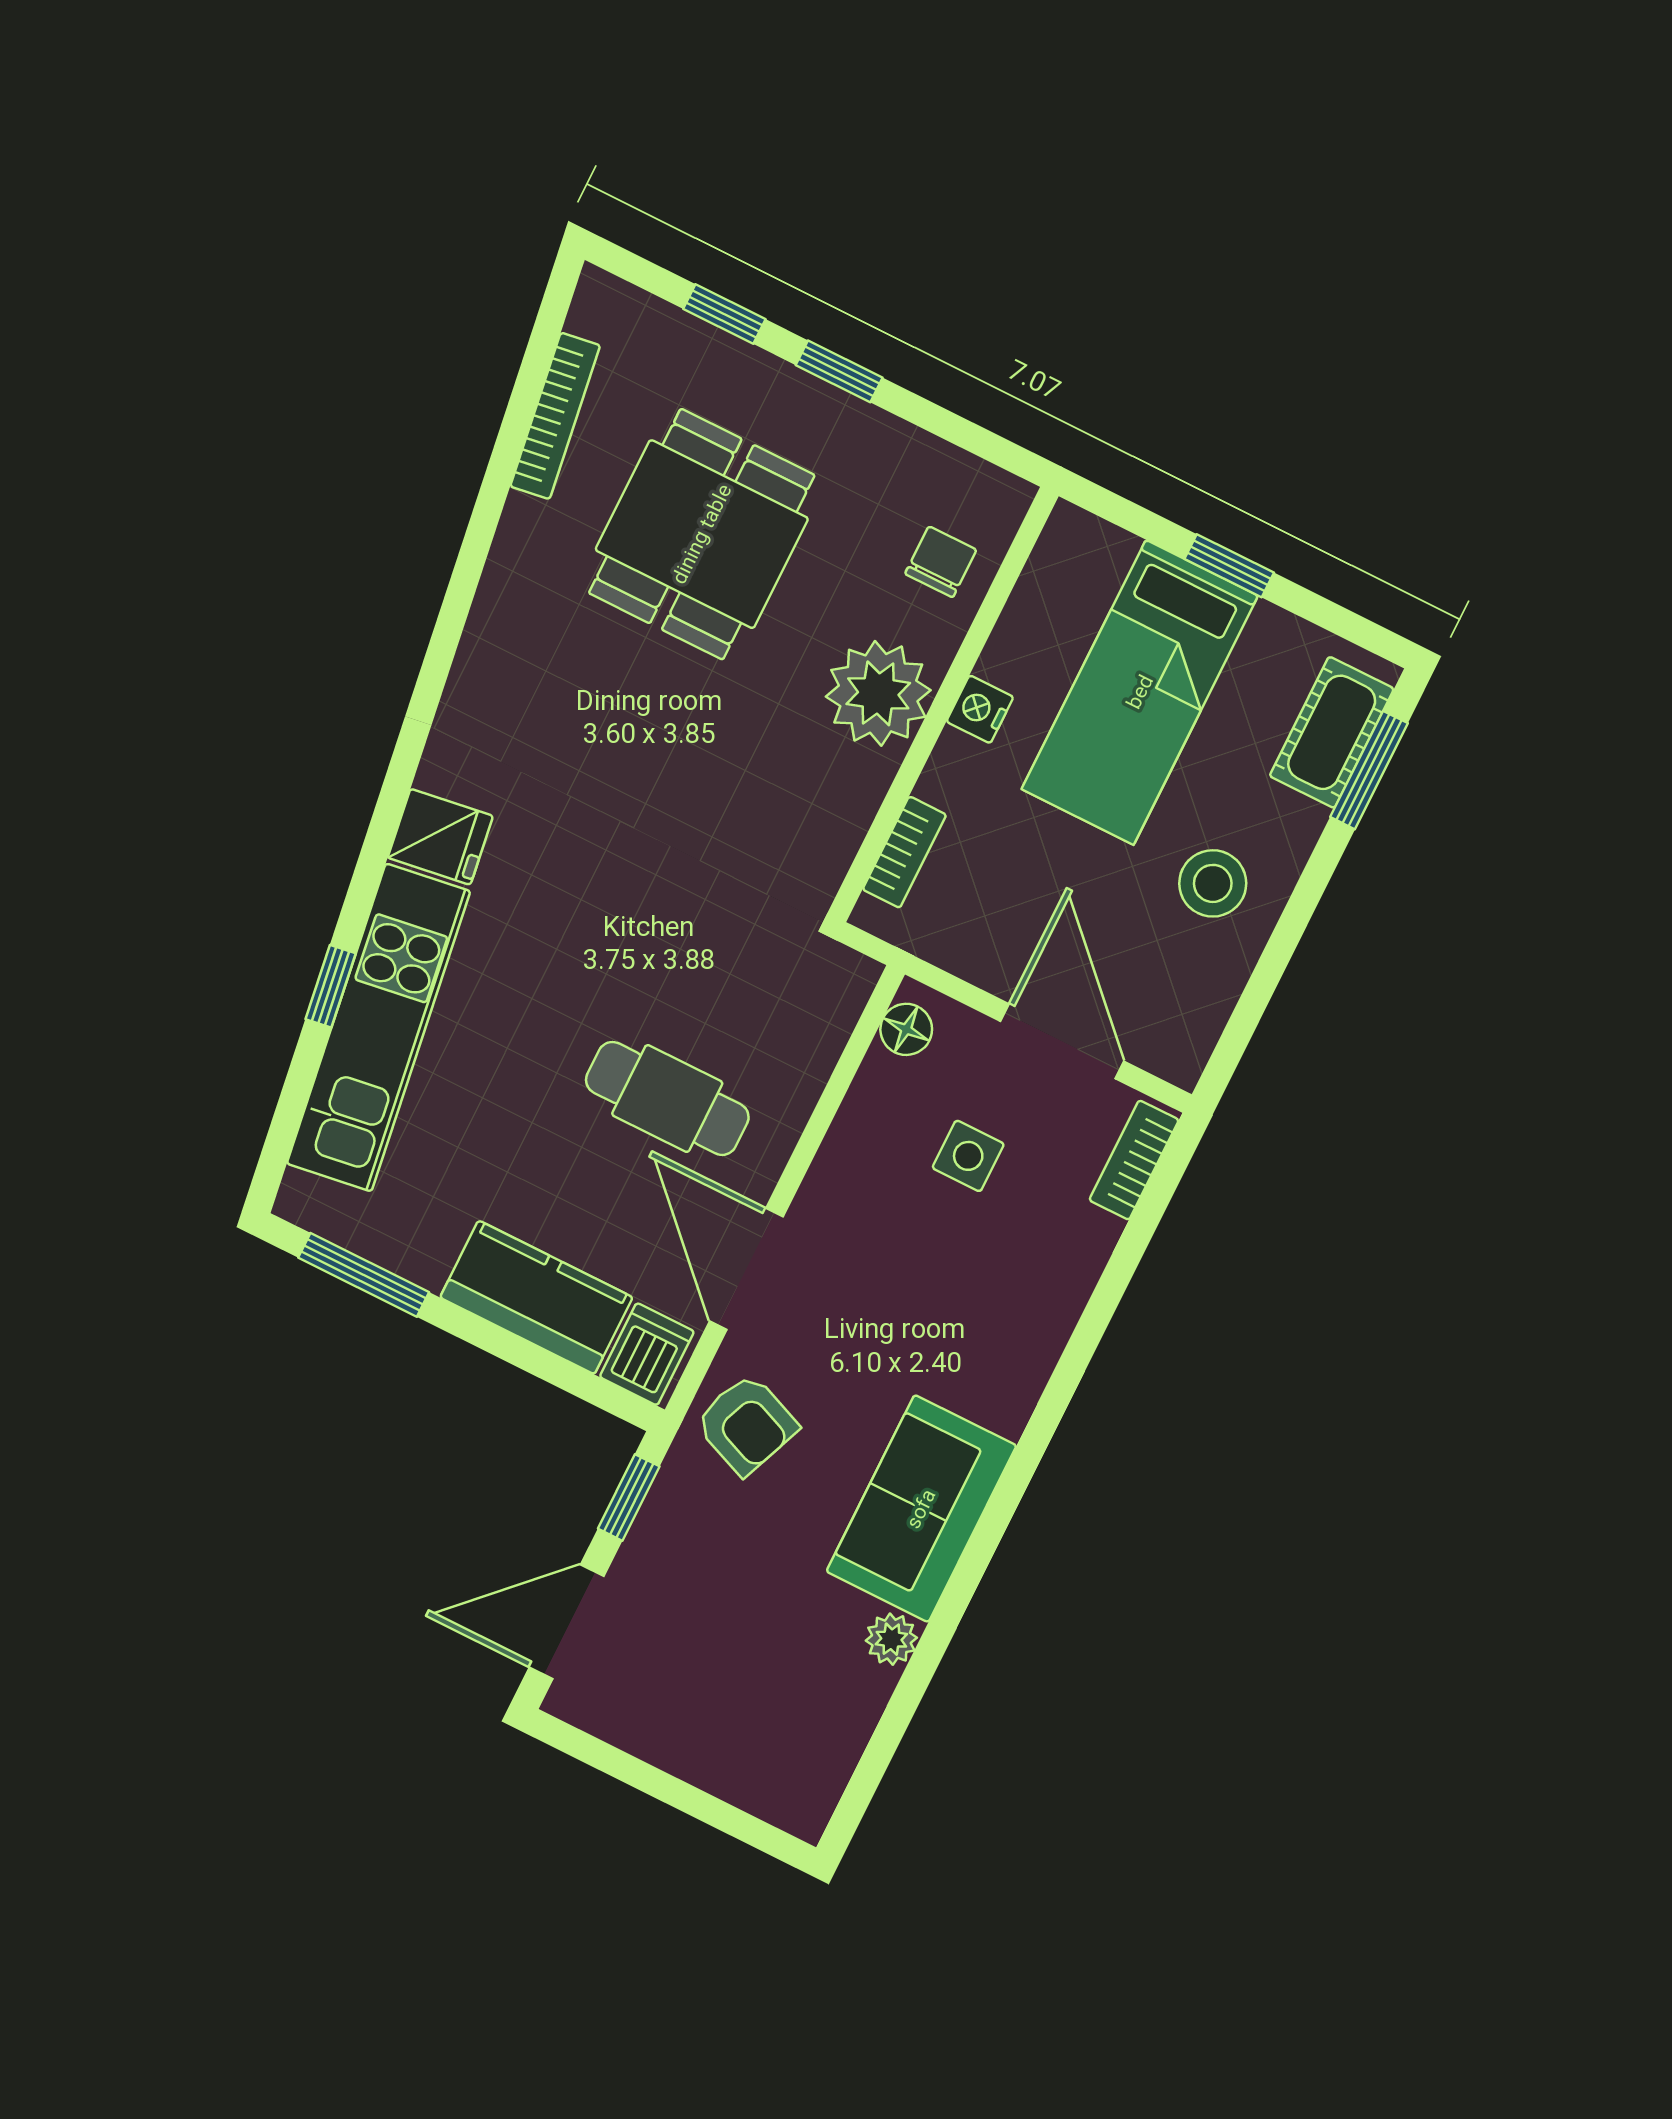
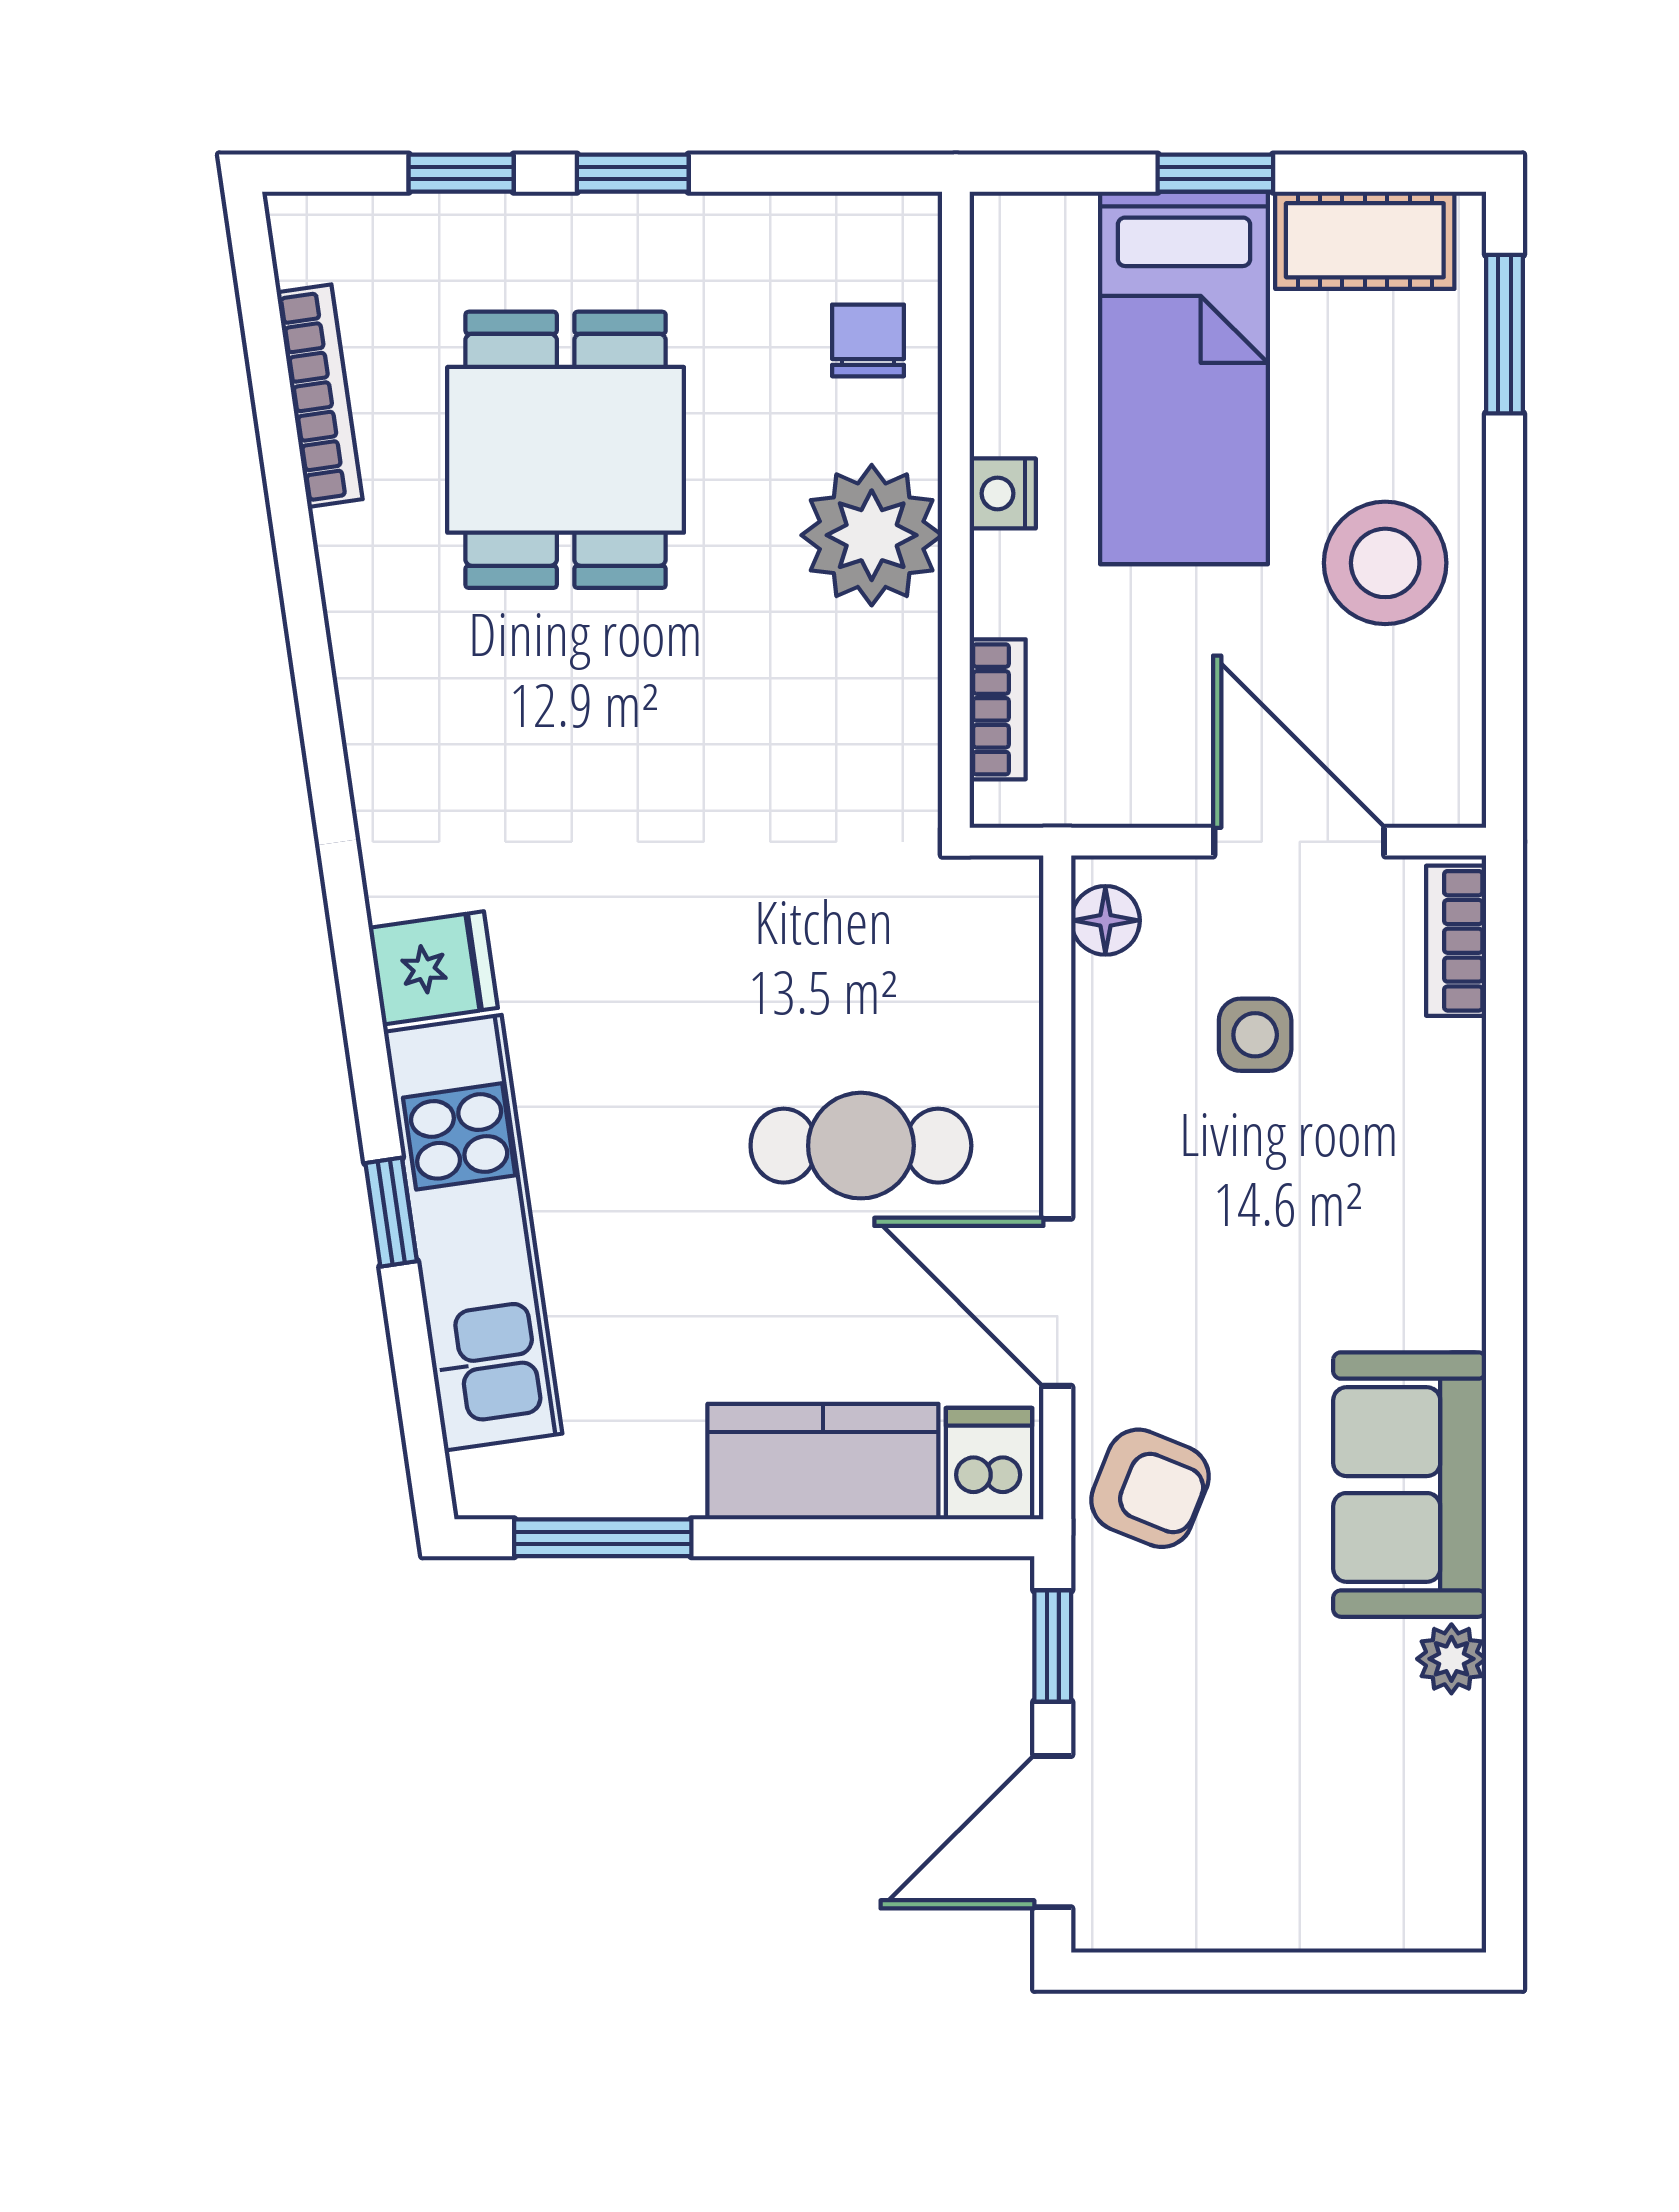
cot: (1332, 732) -> (1365, 240), moved, turned 90
stool: (1213, 883) -> (1385, 563), width x1.38, depth x1.38

